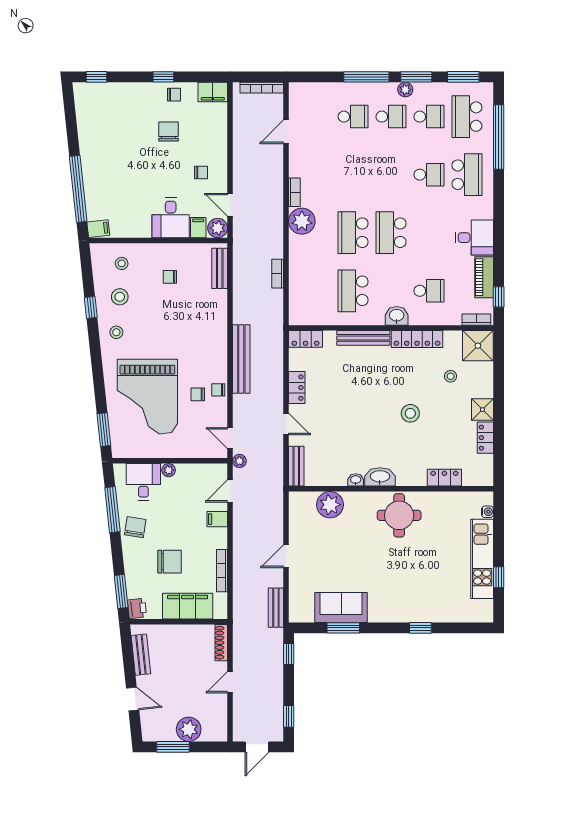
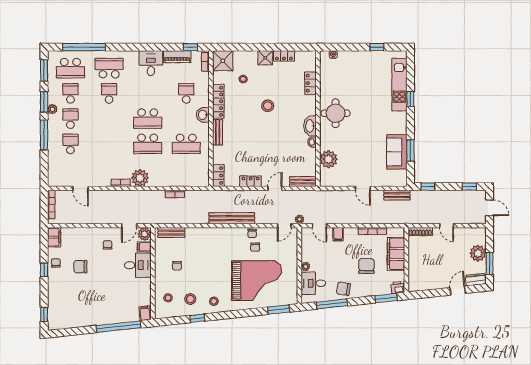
bench: (363, 338) -> (218, 132), width x0.73
kitchen unit: (482, 559) -> (399, 84), moved, turned 90
bench: (141, 655) -> (428, 285), removed
dresser: (149, 726) -> (476, 280), added

